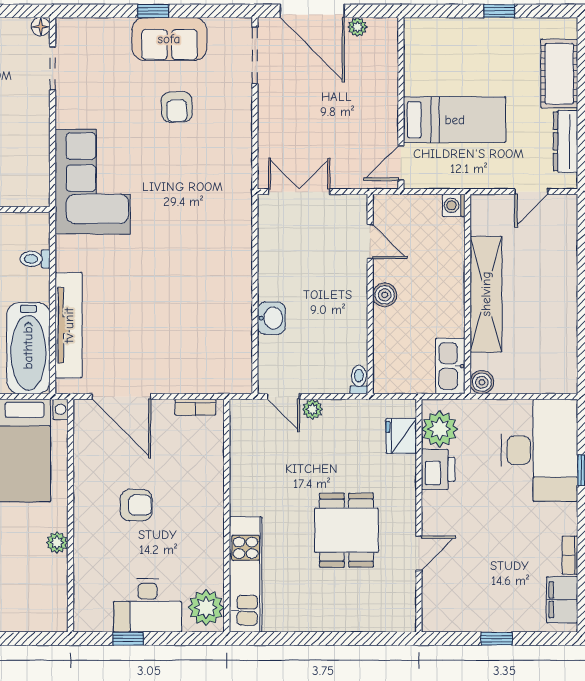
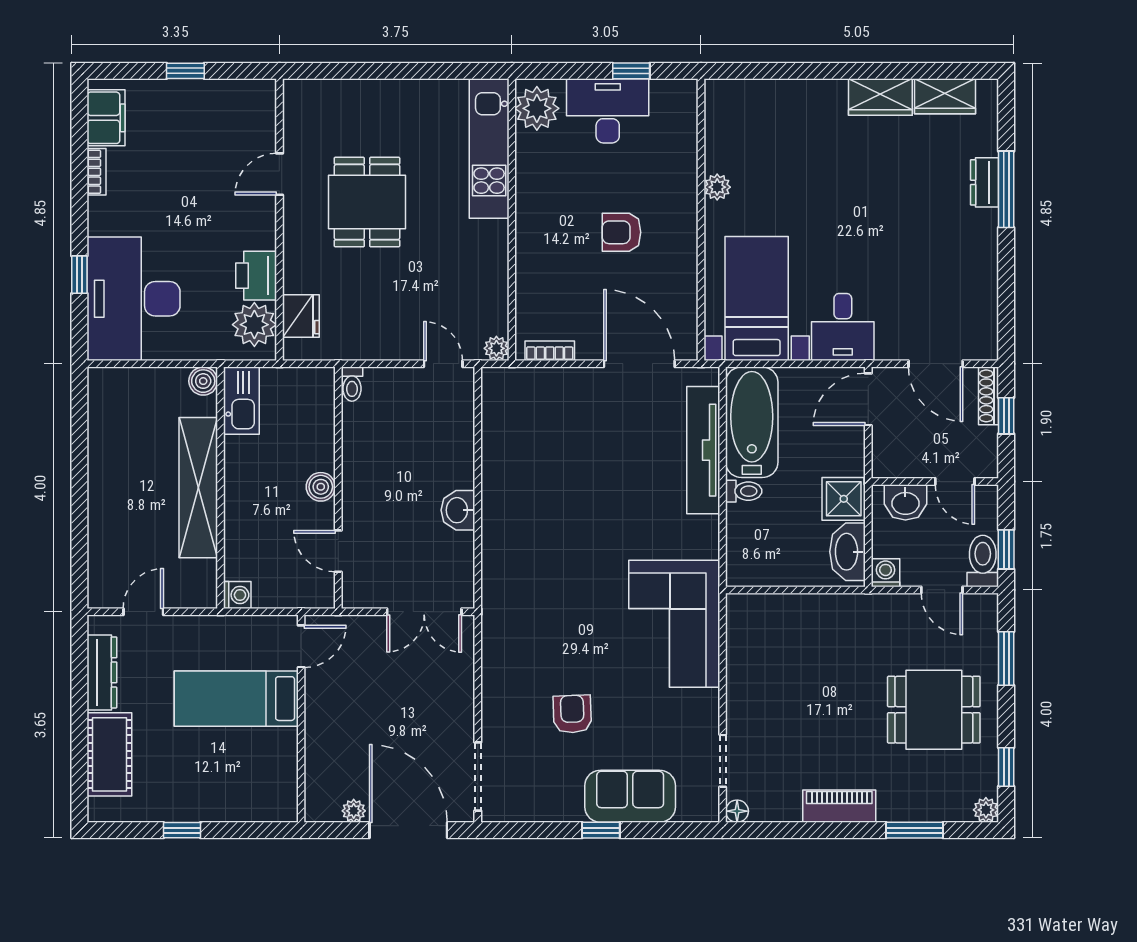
sofa: (169, 39) -> (630, 796), moved
toilet: (35, 259) -> (744, 491), moved
washbasin: (271, 318) -> (458, 510), moved
plant: (312, 409) -> (496, 348), moved

